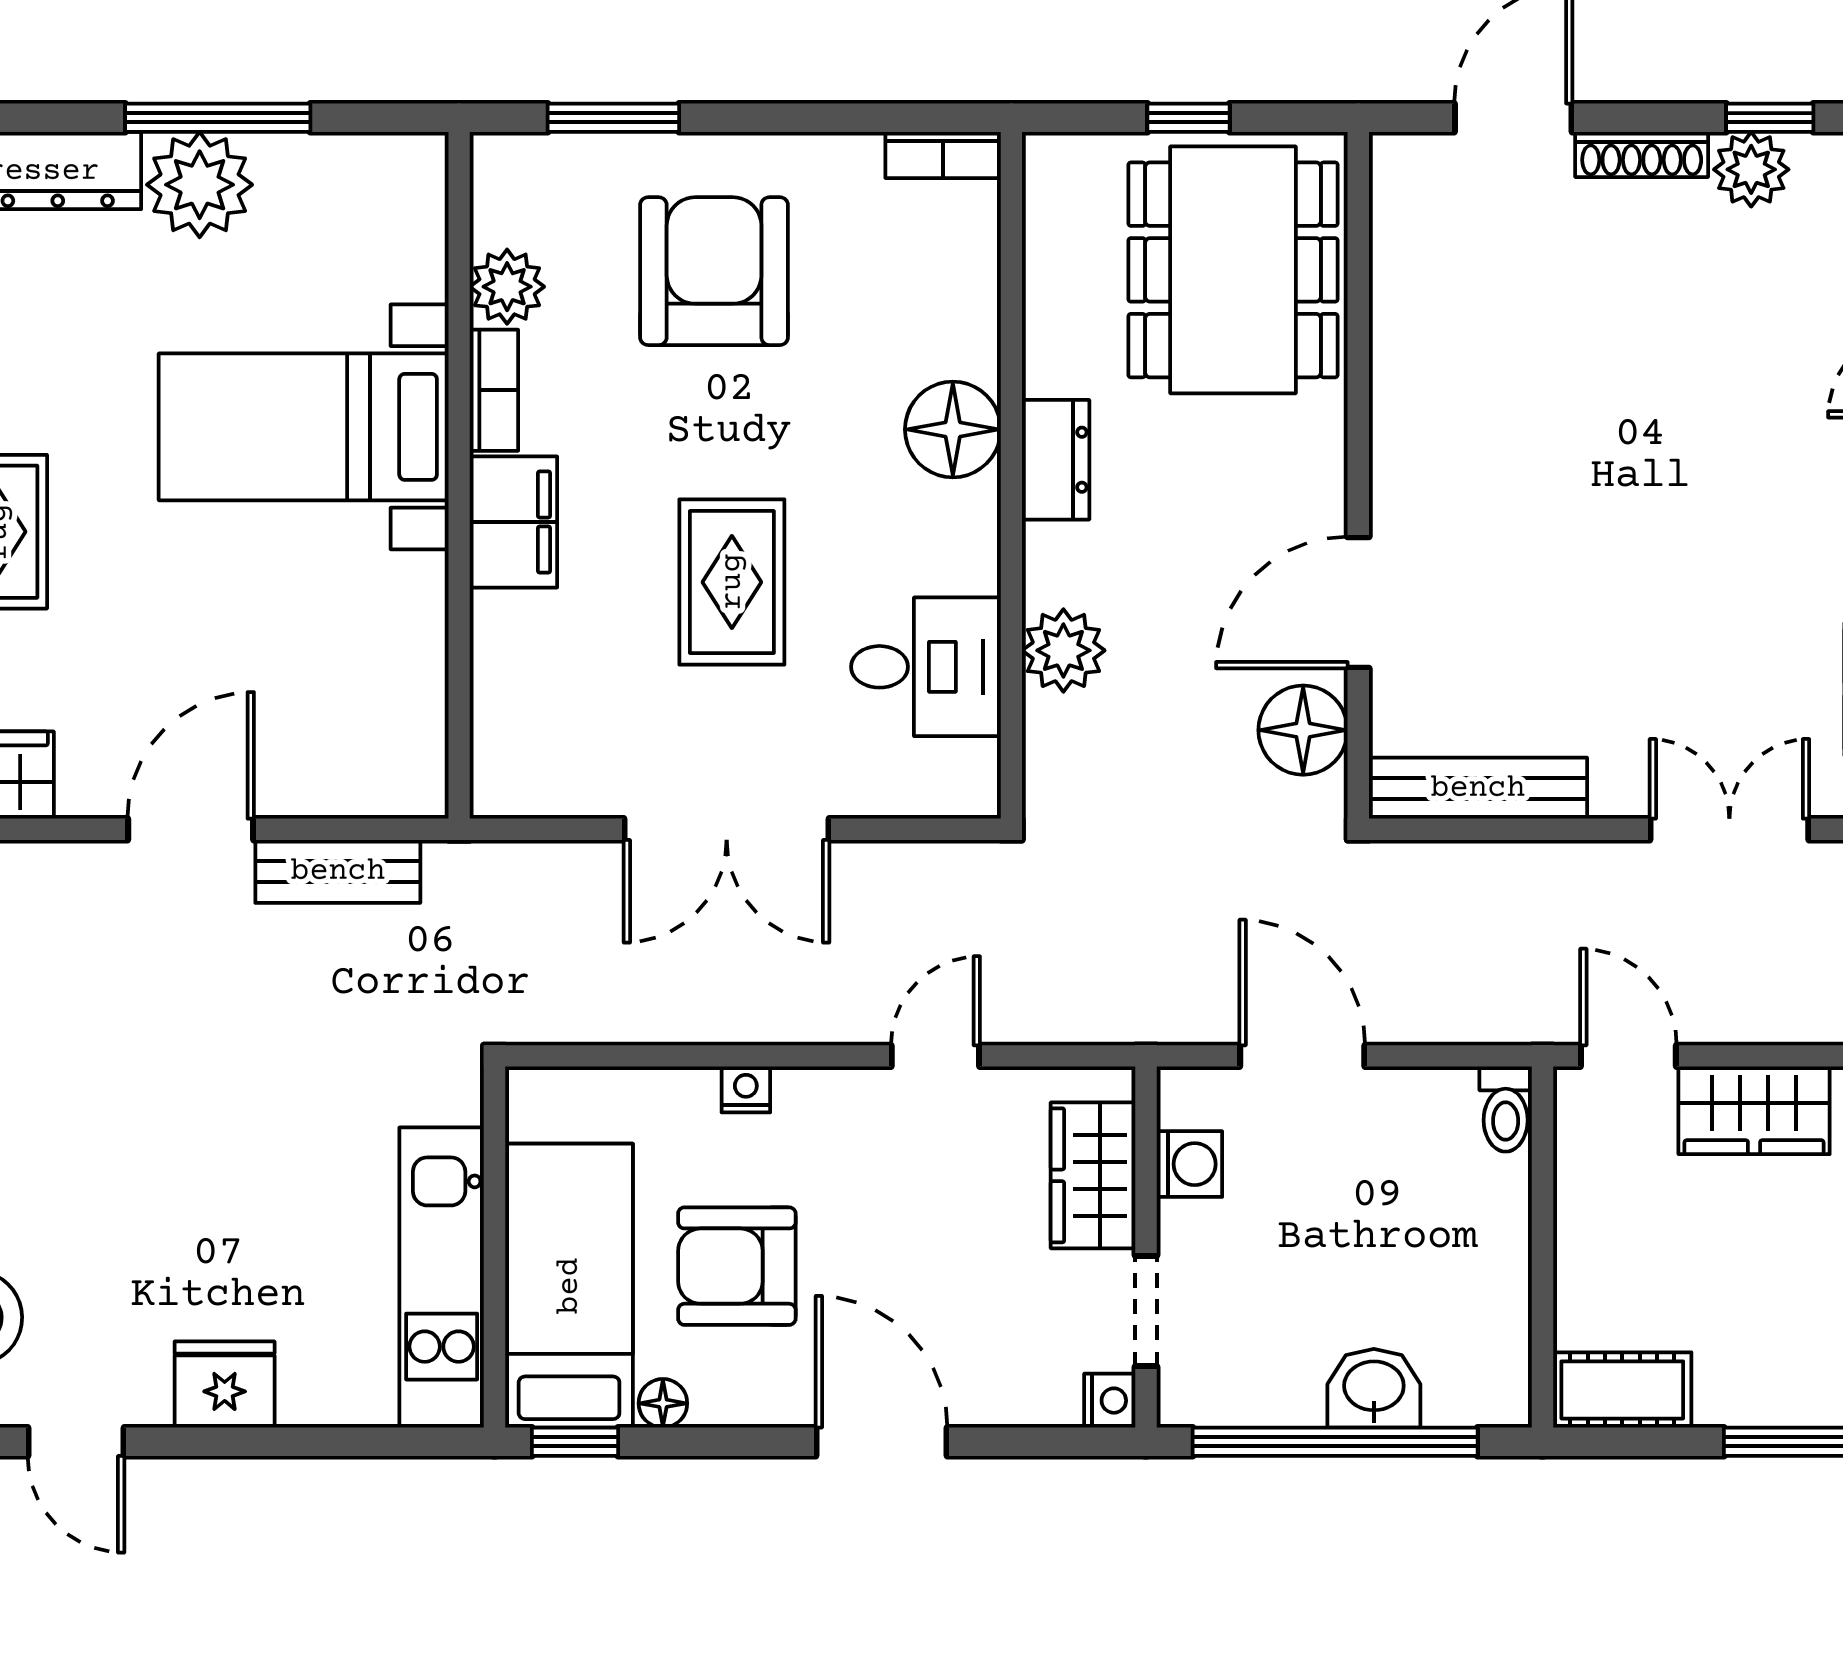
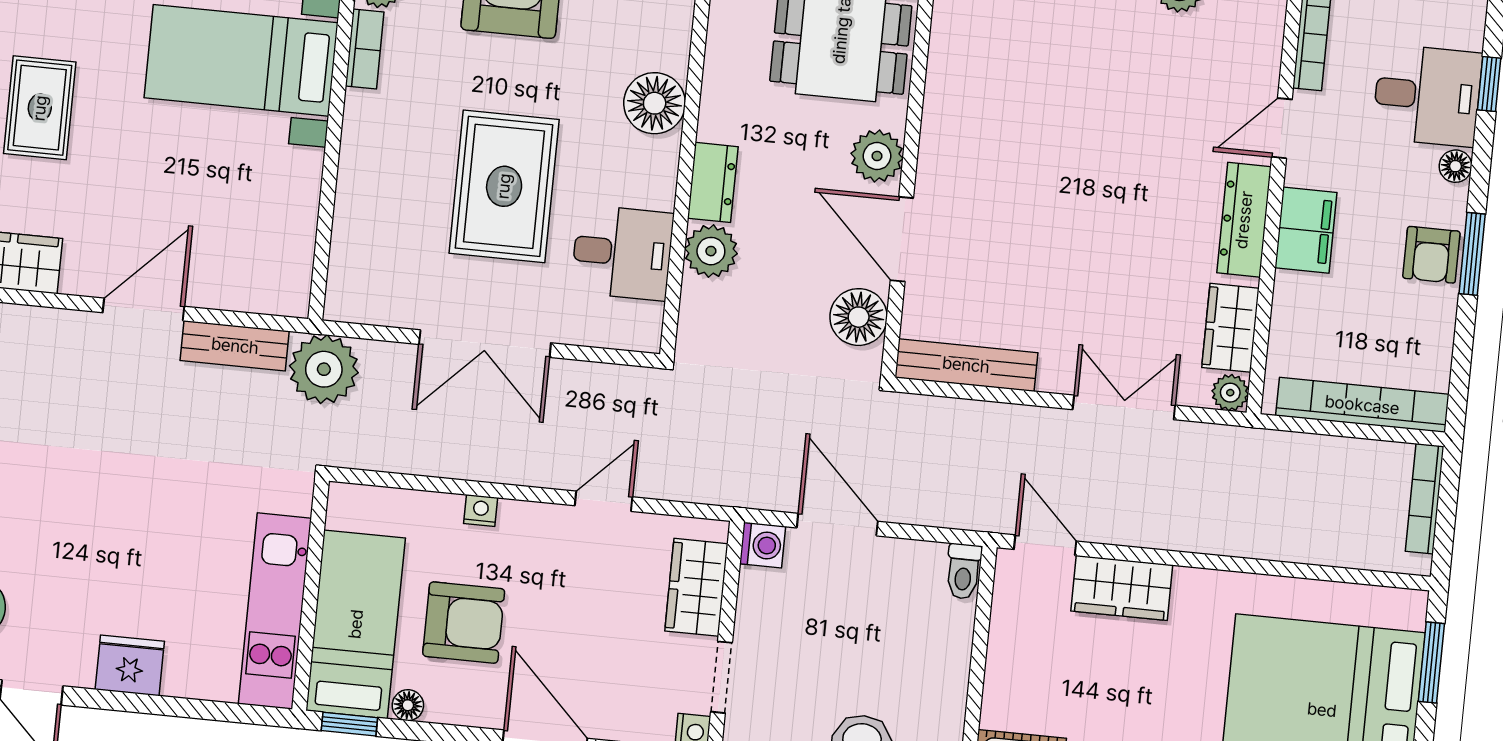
dresser: (1056, 460) -> (713, 182), moved
plant: (1307, 477) -> (877, 156), added
filing cabinet: (513, 522) -> (369, 134), removed
rug: (732, 582) -> (504, 186), width x1.36, depth x1.43
door: (1358, 602) -> (902, 239), hinge flipped
plant: (480, 894) -> (324, 369), added
washing machine: (1189, 1164) -> (763, 545), moved
armchair: (737, 1266) -> (464, 623), turned 180

